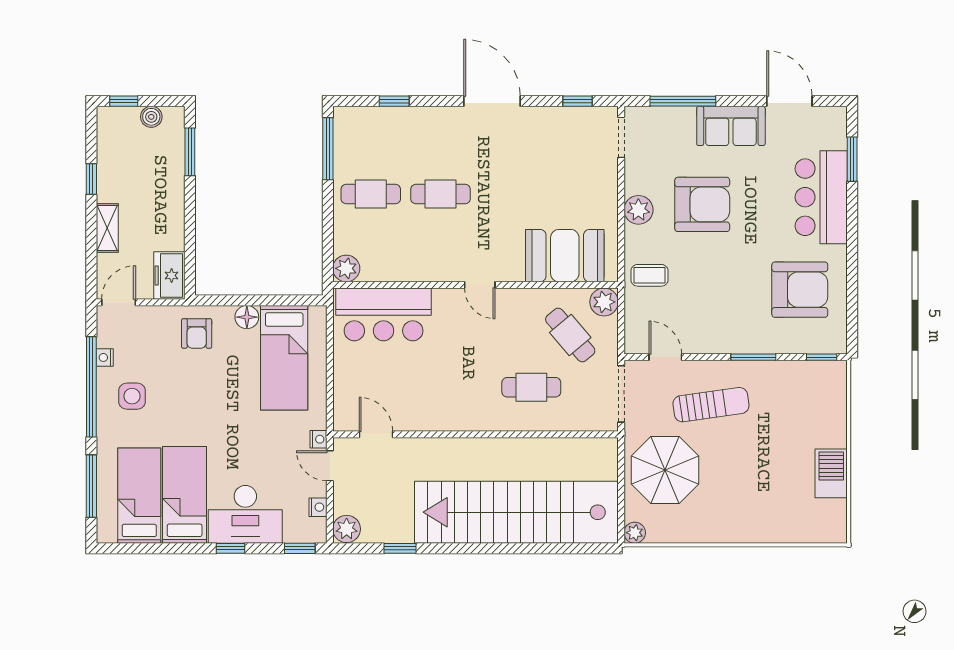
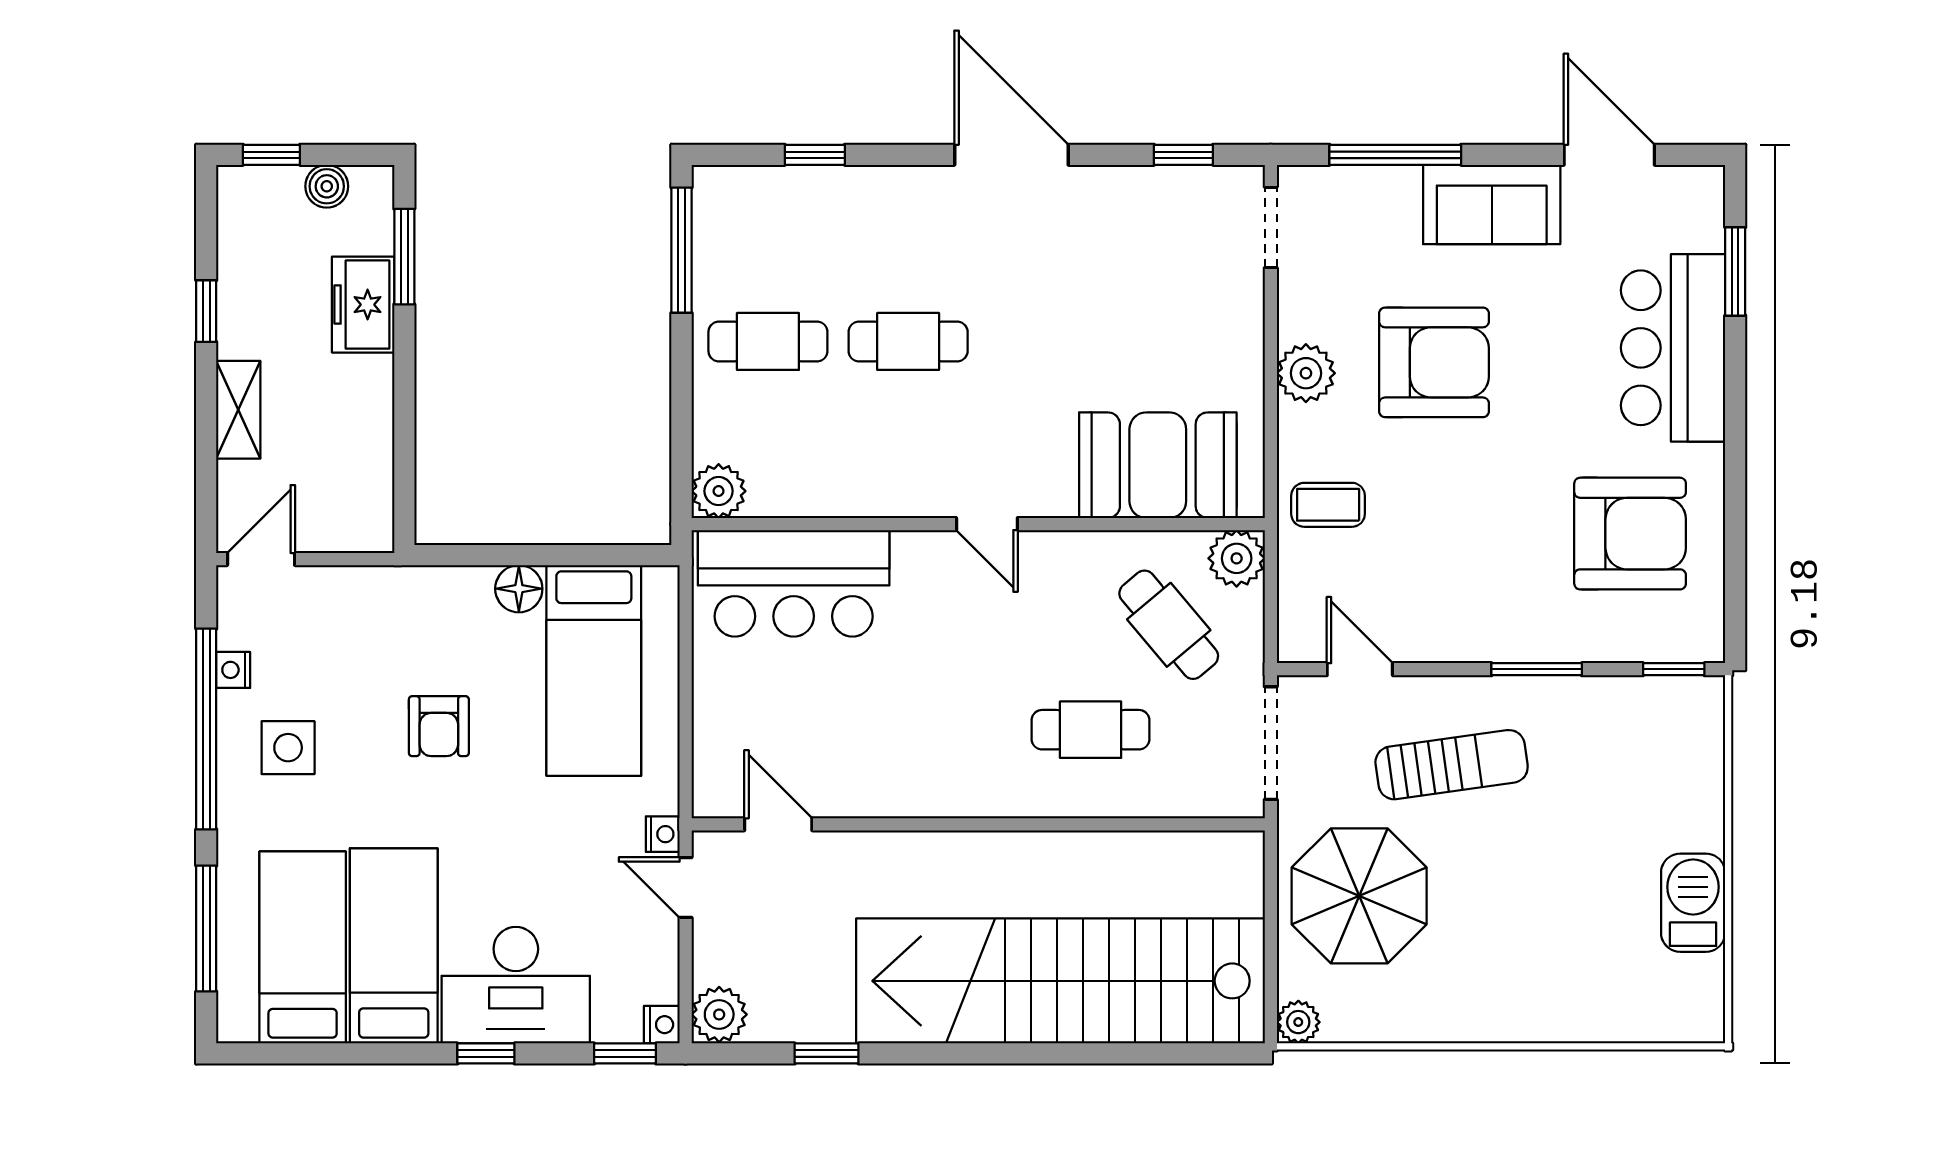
freezer: (169, 275) -> (363, 305), moved
armchair: (197, 333) -> (439, 726), moved
nightstand: (318, 507) -> (662, 1025), moved

